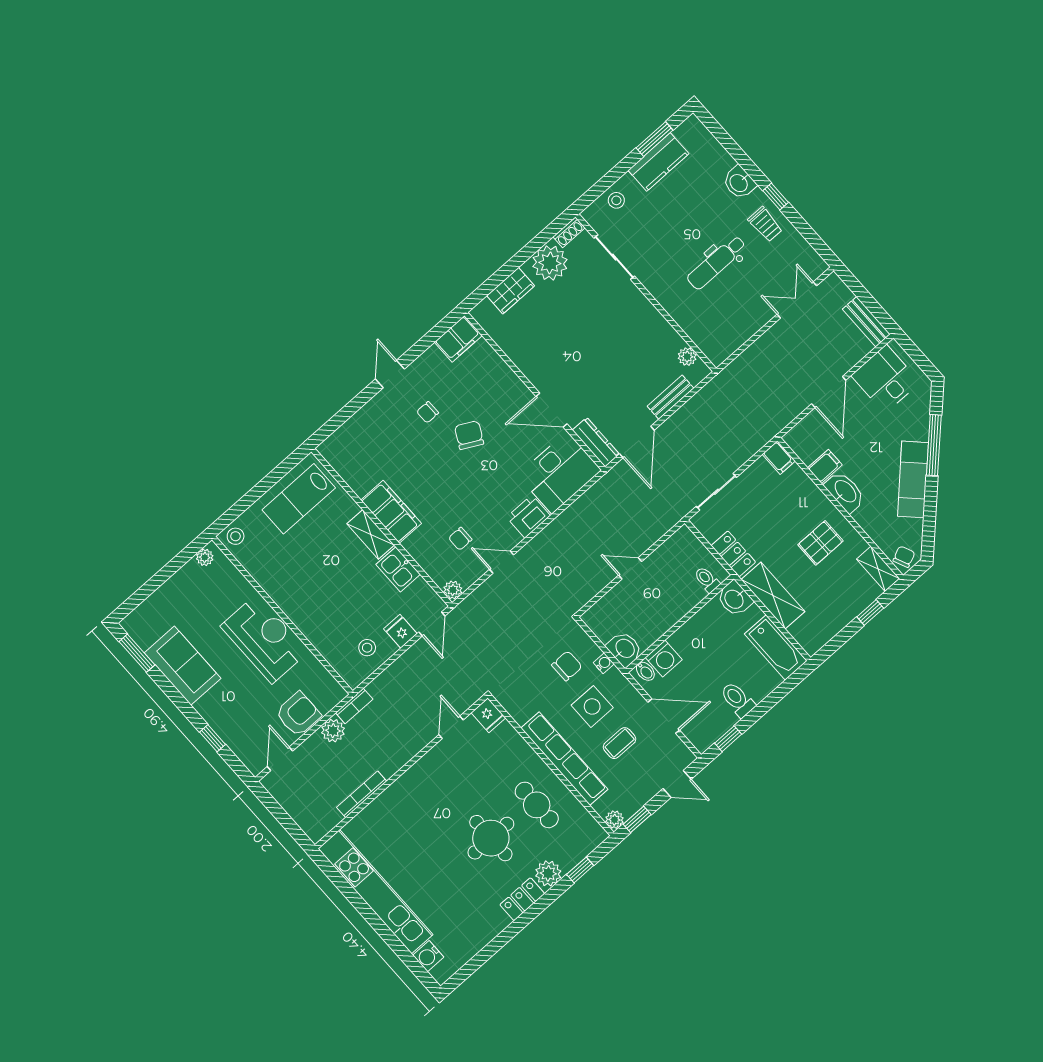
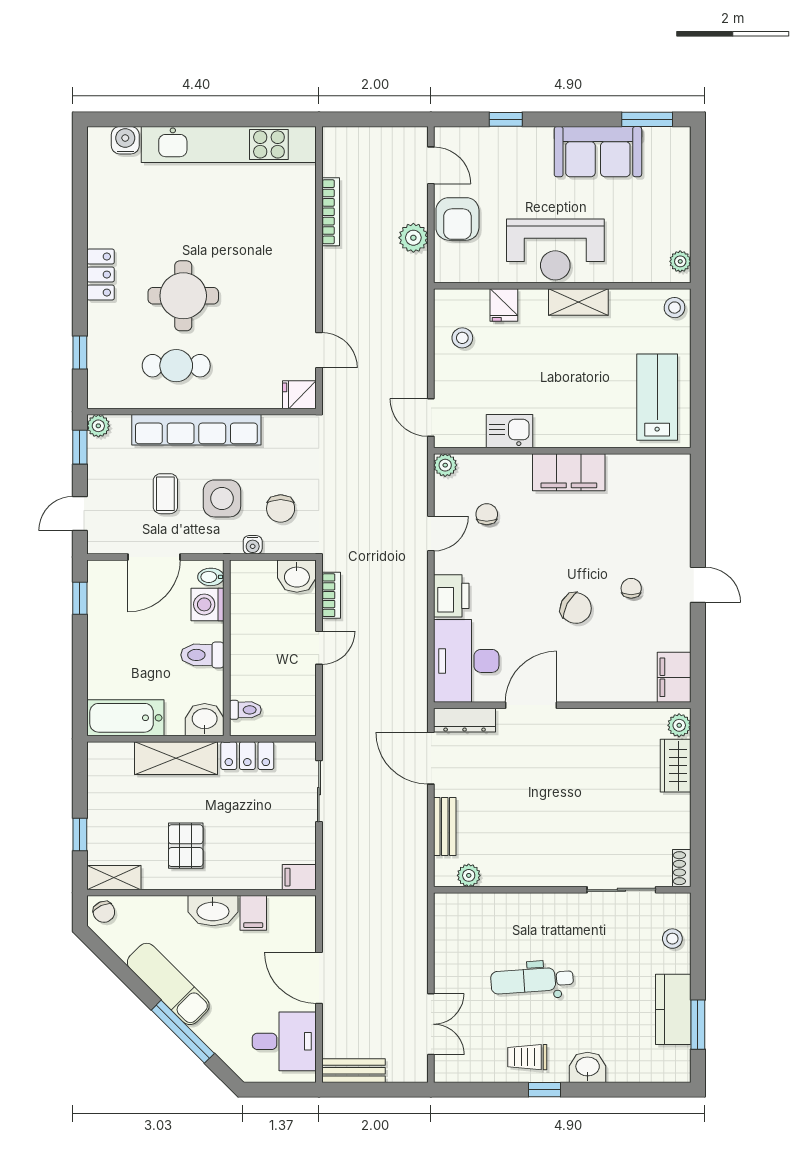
dental chair: (716, 262) -> (532, 980), turned -94
plant: (550, 263) -> (679, 725), moved, width x0.53, depth x0.53
shelving: (371, 534) -> (578, 302), moved
fridge: (400, 631) -> (504, 305), moved, turned 90
washbasin: (625, 649) -> (297, 576), moved
toilet: (738, 700) -> (202, 655), moved, turned 180
bookcase: (354, 706) -> (331, 595), moved, turned 180
plant: (548, 873) -> (103, 320), removed

